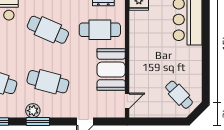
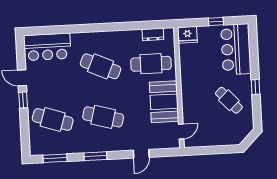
window: (206, 59) -> (256, 87), added
cafe table: (179, 95) -> (229, 100), moved
plant: (33, 111) -> (90, 146), removed

